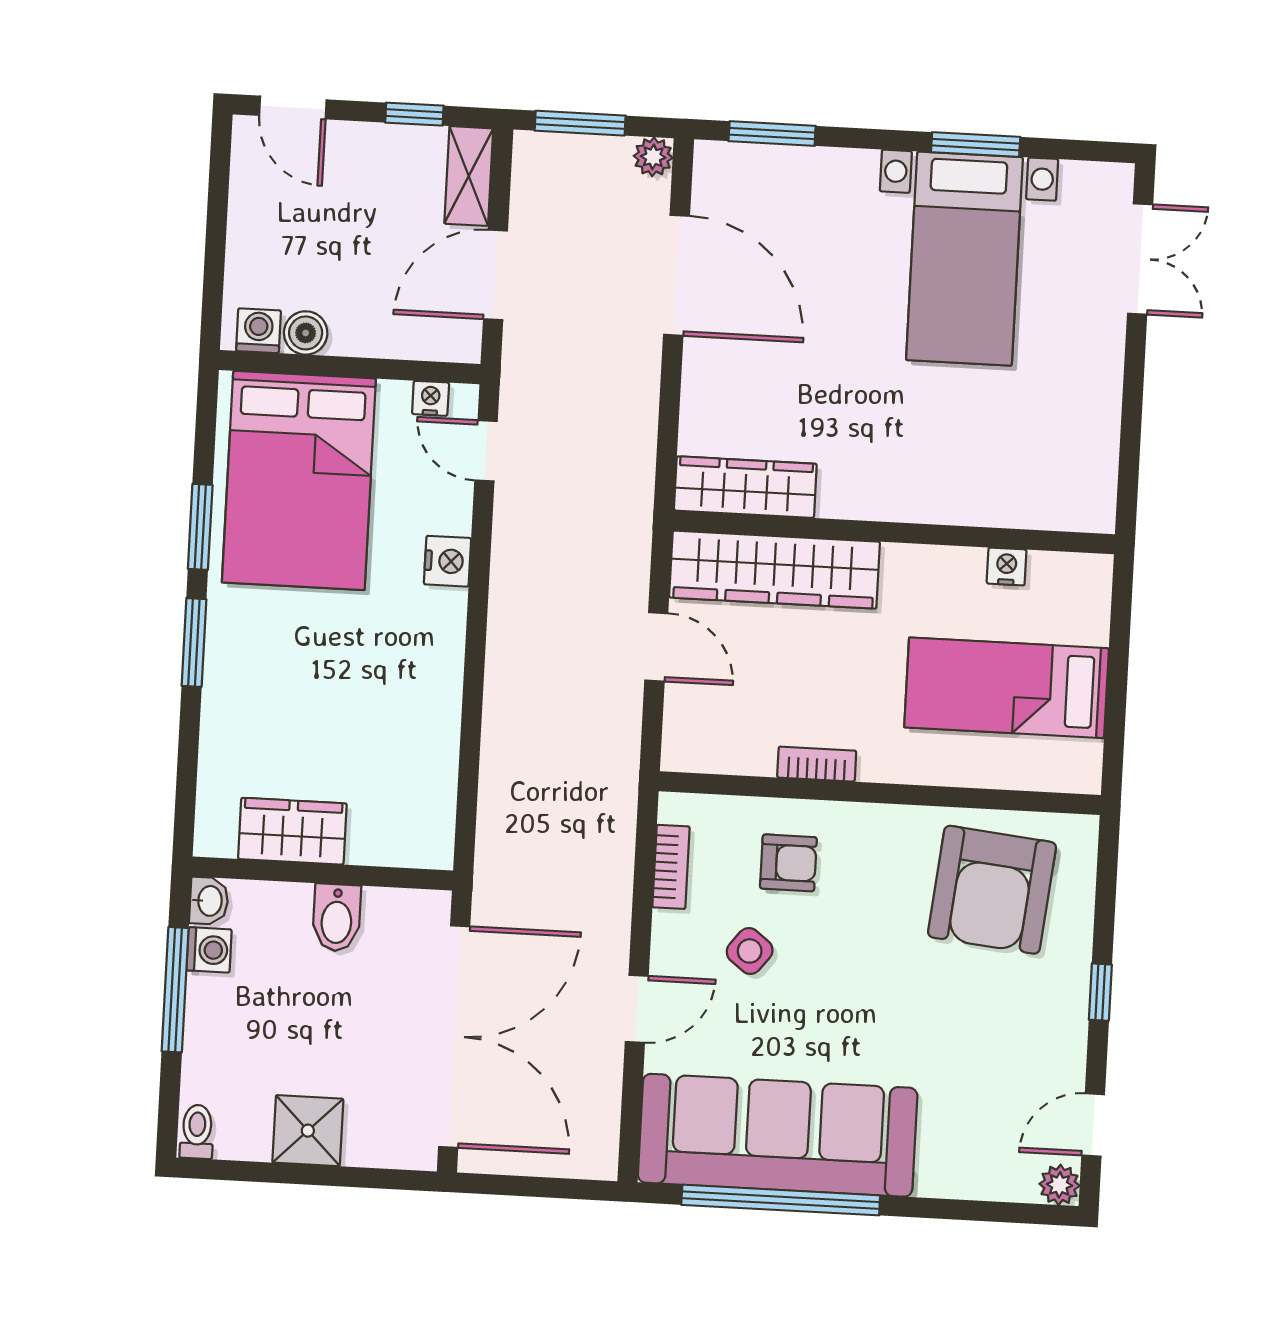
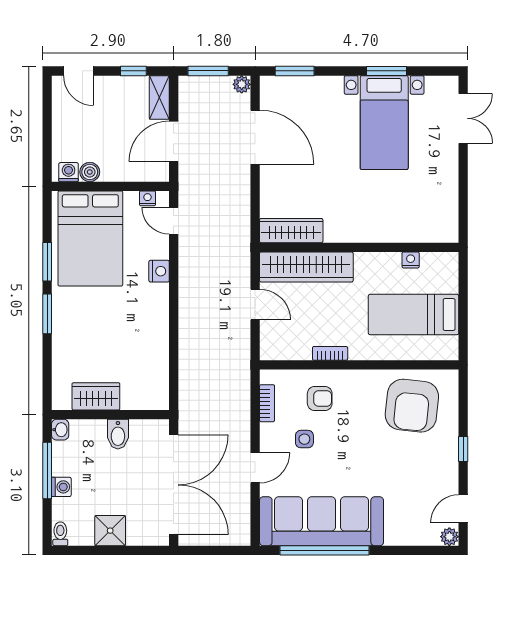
washing machine: (209, 950) -> (61, 487), moved
side table: (750, 951) -> (304, 439), turned -38

